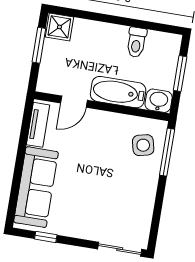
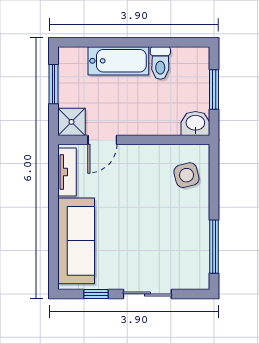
shower: (59, 27) -> (71, 122), moved
bathtub: (118, 92) -> (118, 61), moved, turned 180
window: (167, 152) -> (214, 247), moved
sliding door: (120, 249) -> (147, 294), moved

